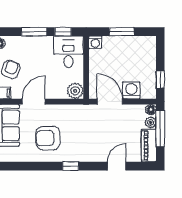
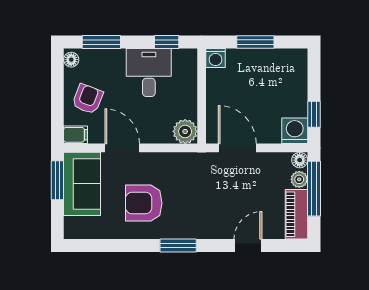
window: (34, 32) -> (101, 42), moved
desk: (68, 52) -> (149, 72), moved
washing machine: (131, 90) -> (295, 131), moved
door: (34, 102) -> (122, 148), hinge flipped
window: (71, 166) -> (178, 245), width x1.50

